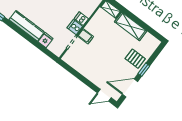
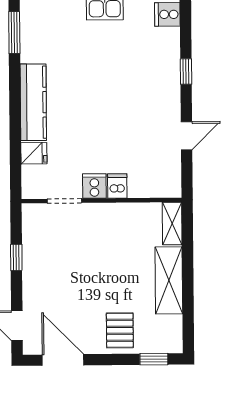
filing cabinet: (86, 36) -> (93, 217), removed
window: (144, 70) -> (154, 359), moved
window: (79, 76) -> (16, 257), added

